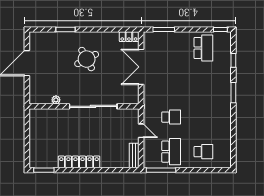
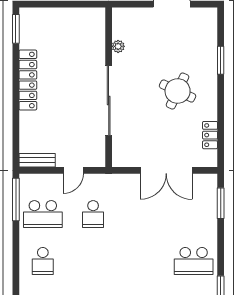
locker: (129, 37) -> (210, 135), moved
round table: (87, 59) -> (178, 91), turned -37
double door: (141, 67) -> (166, 170), swing flipped

